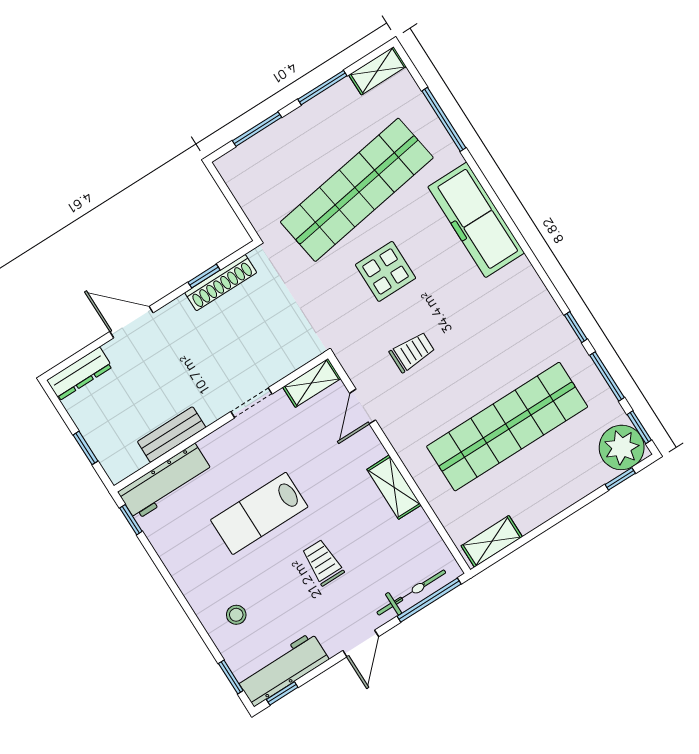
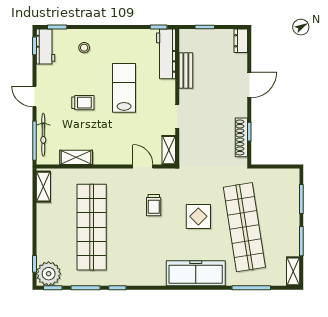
dresser: (79, 374) -> (241, 41), width x0.70
shelving: (394, 487) -> (76, 157), moved
workbench: (283, 669) -> (46, 47), width x0.73

